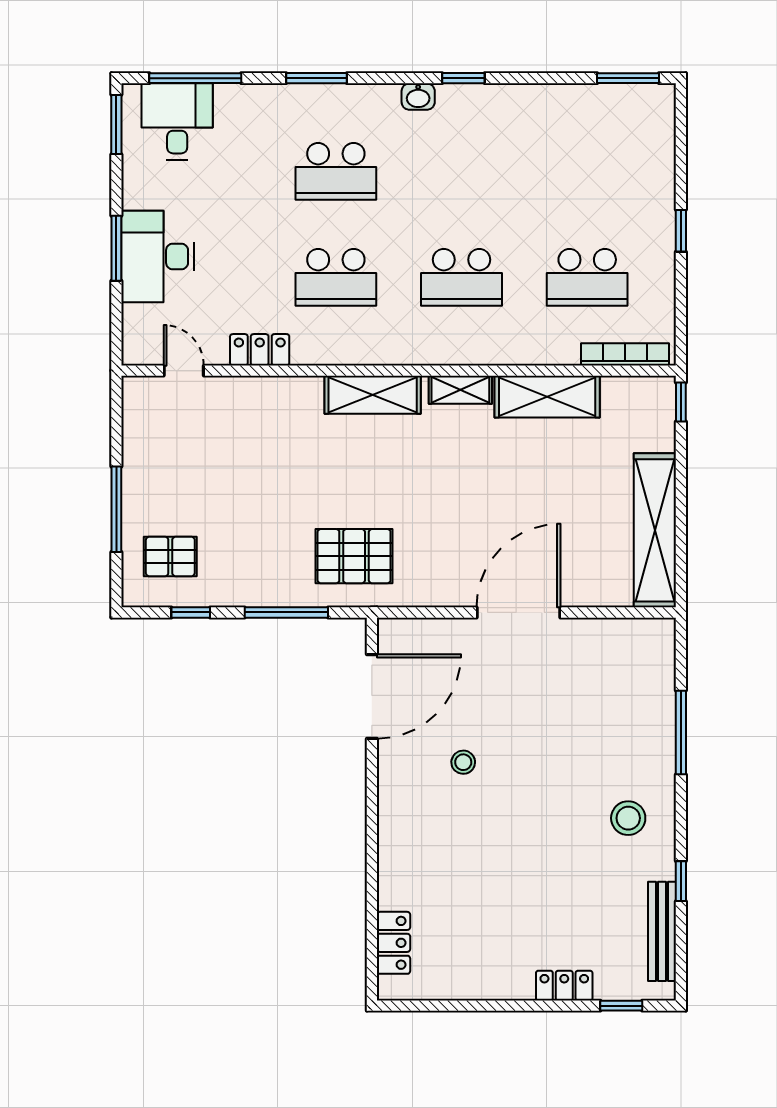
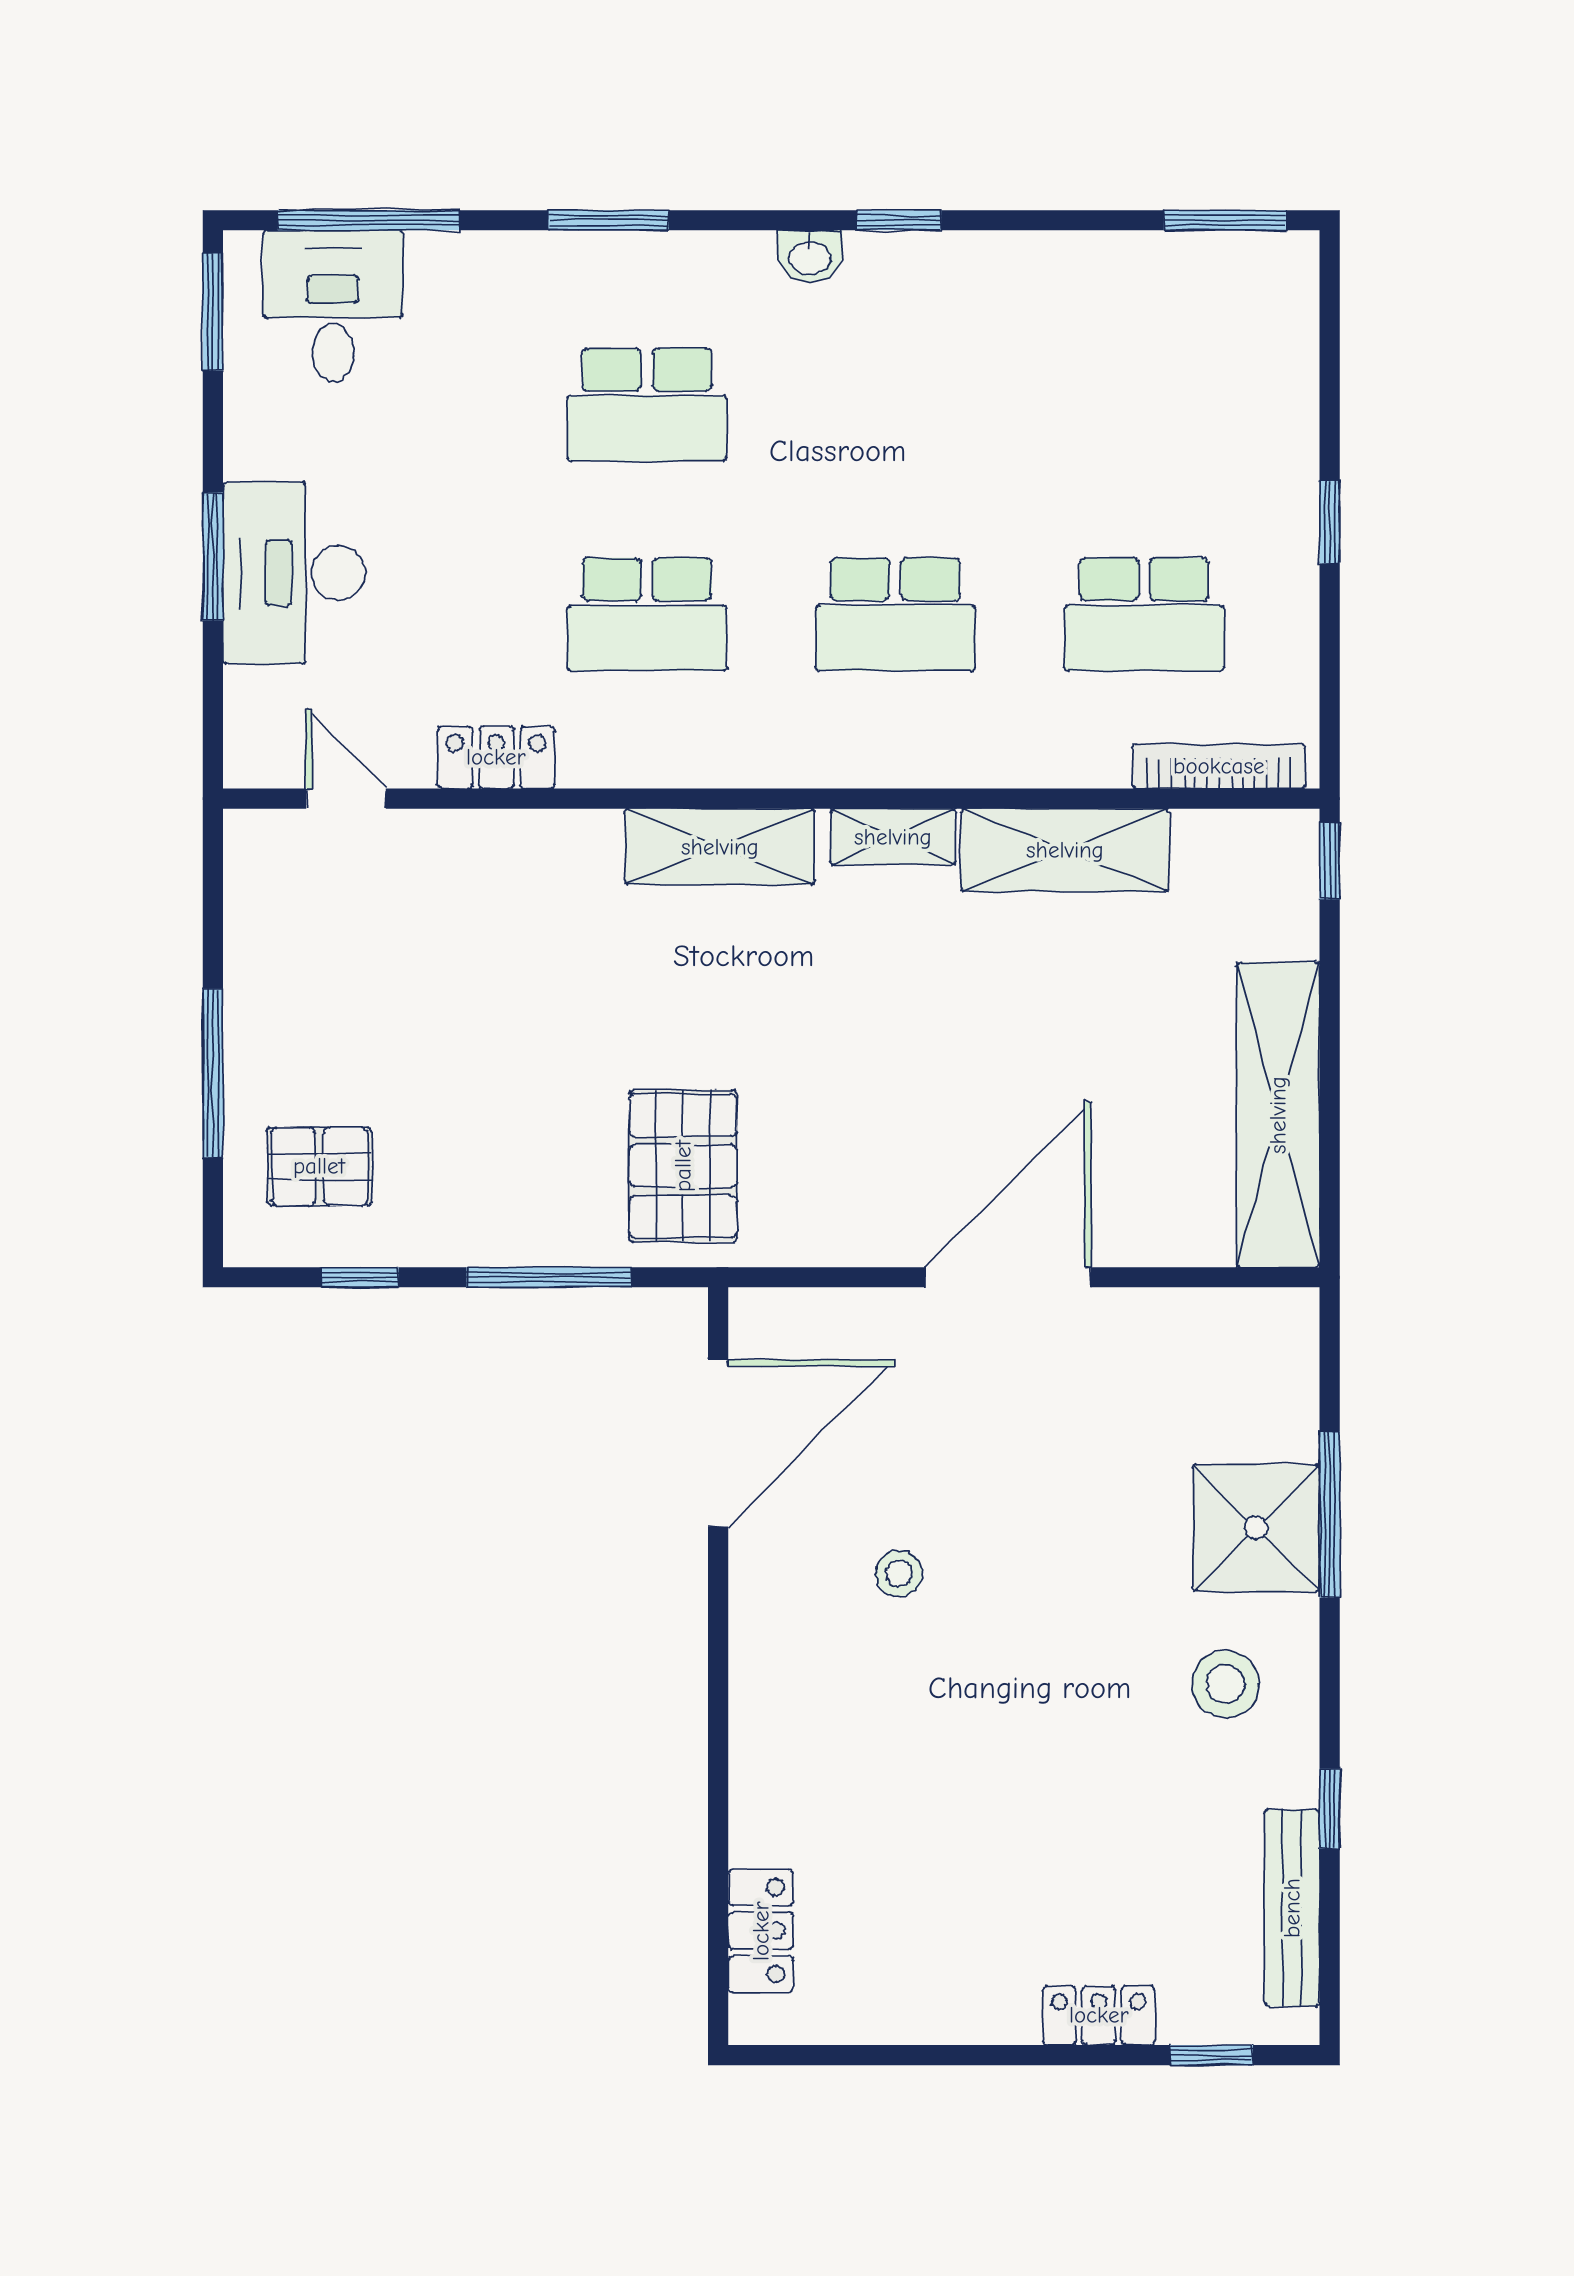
pallet: (354, 556) -> (683, 1166), turned 90
shower: (644, 739) -> (1256, 1528), added

